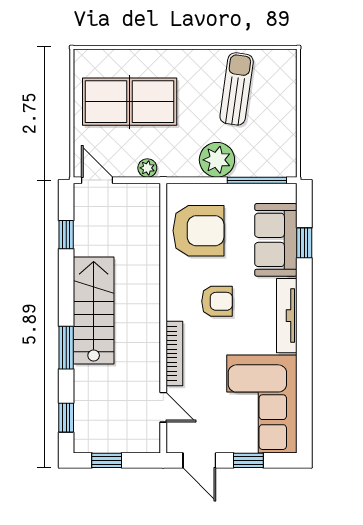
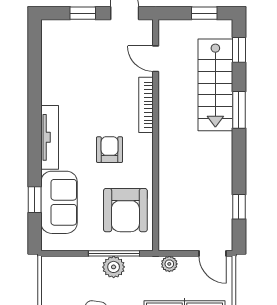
plant: (217, 160) -> (114, 267), width x0.73, depth x0.73
window: (257, 180) -> (114, 253), moved
armchair: (198, 231) -> (125, 210), turned -90
armchair: (217, 301) -> (110, 150), turned 90
stairs: (94, 311) -> (215, 85), moved
corner sofa: (262, 404) -> (71, 62), removed

